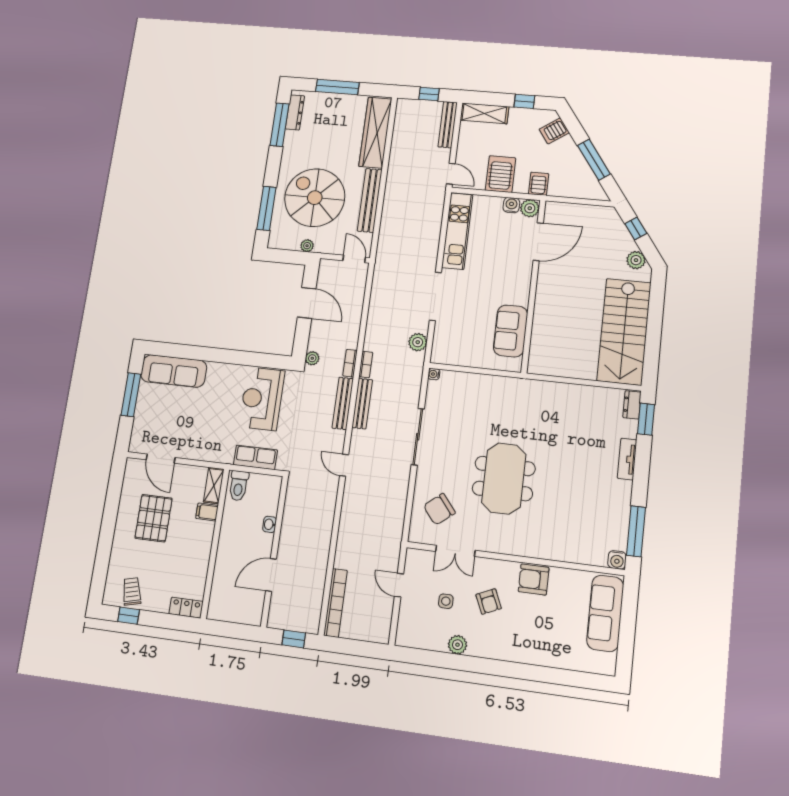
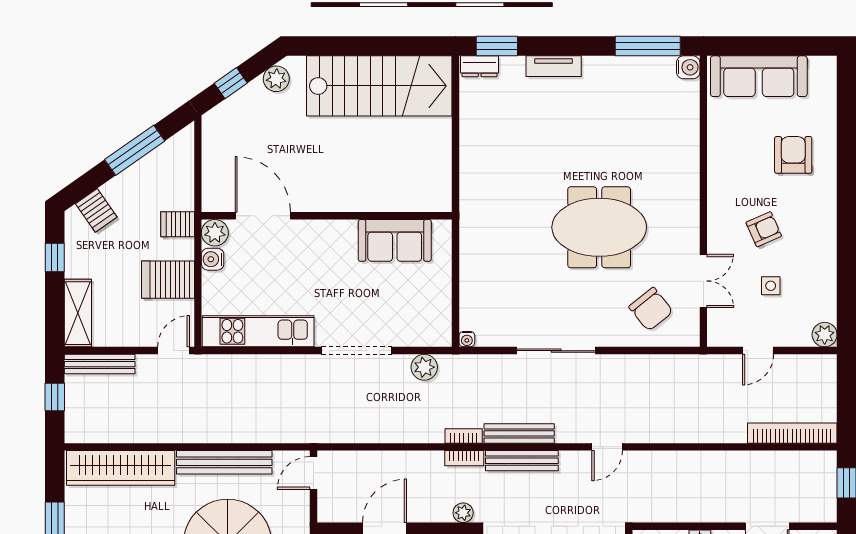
armchair: (534, 579) -> (793, 155), moved, turned 180
plant: (457, 645) -> (825, 335), moved

